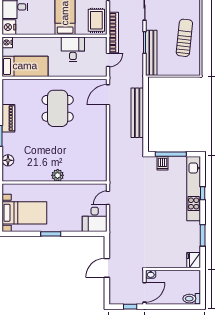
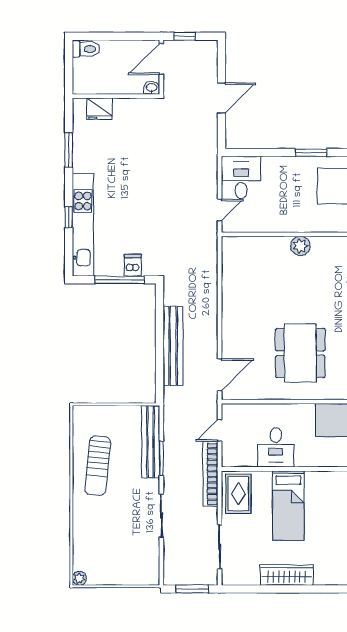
fridge: (194, 260) -> (99, 109), moved, turned 90

